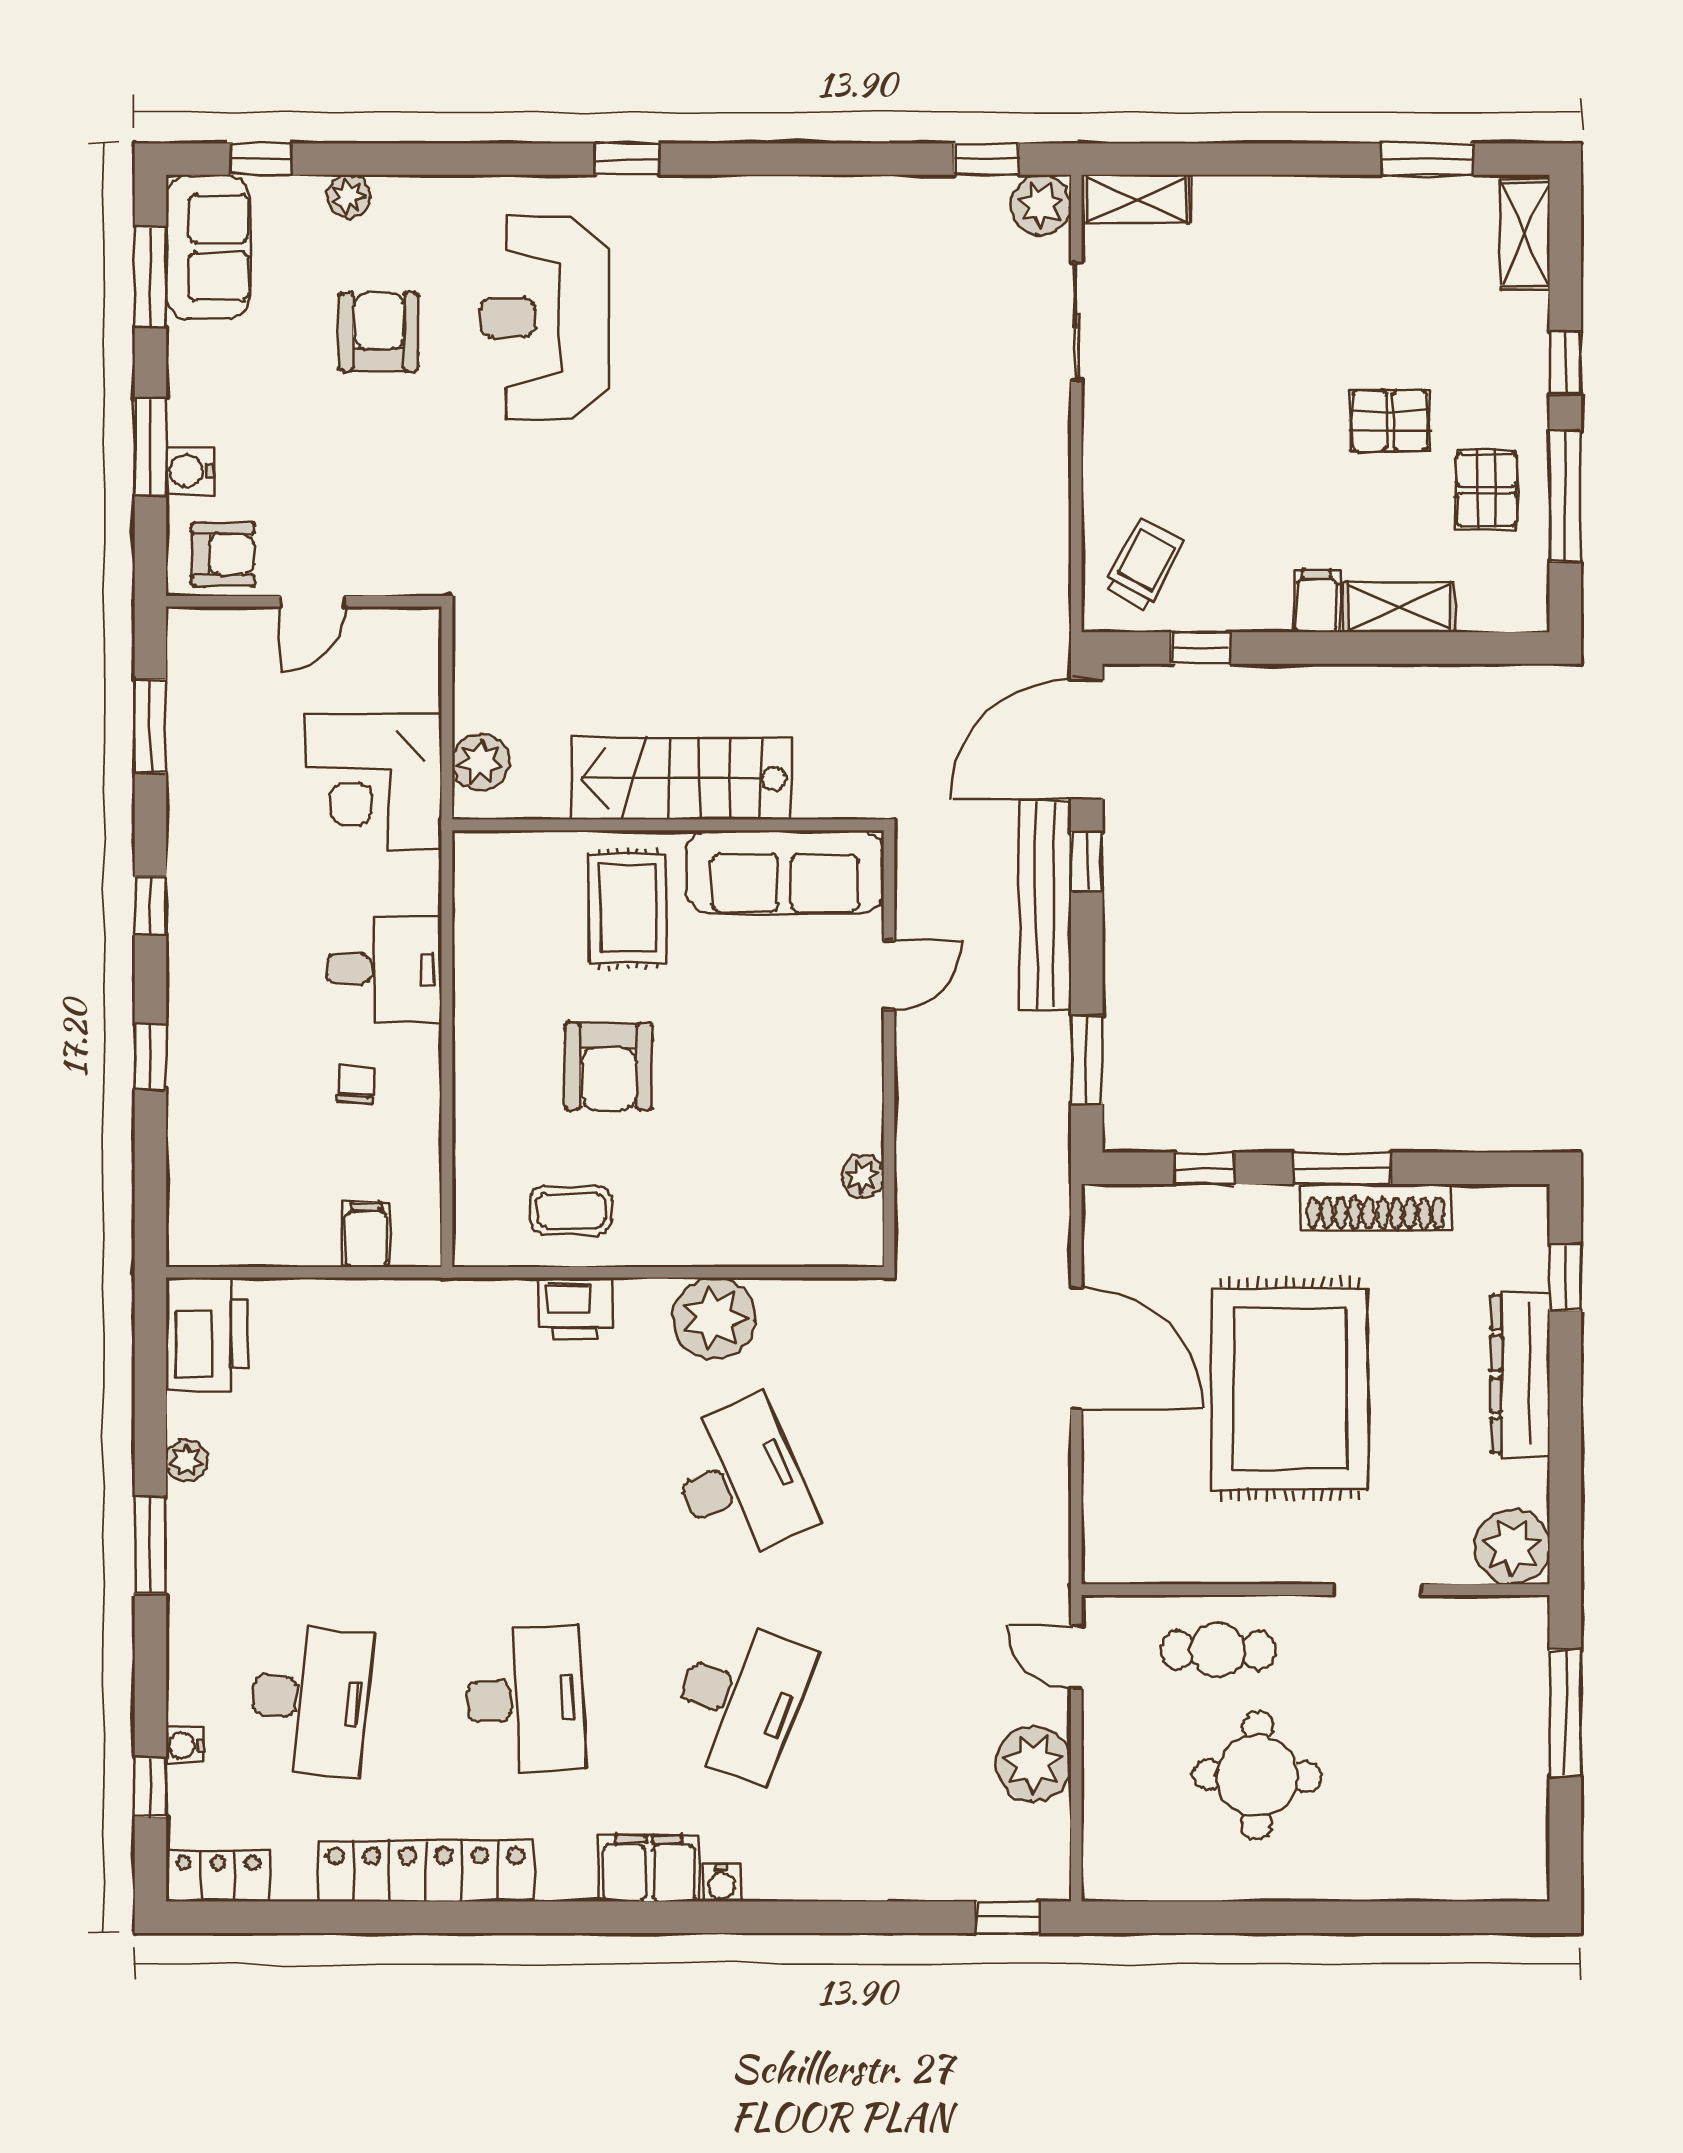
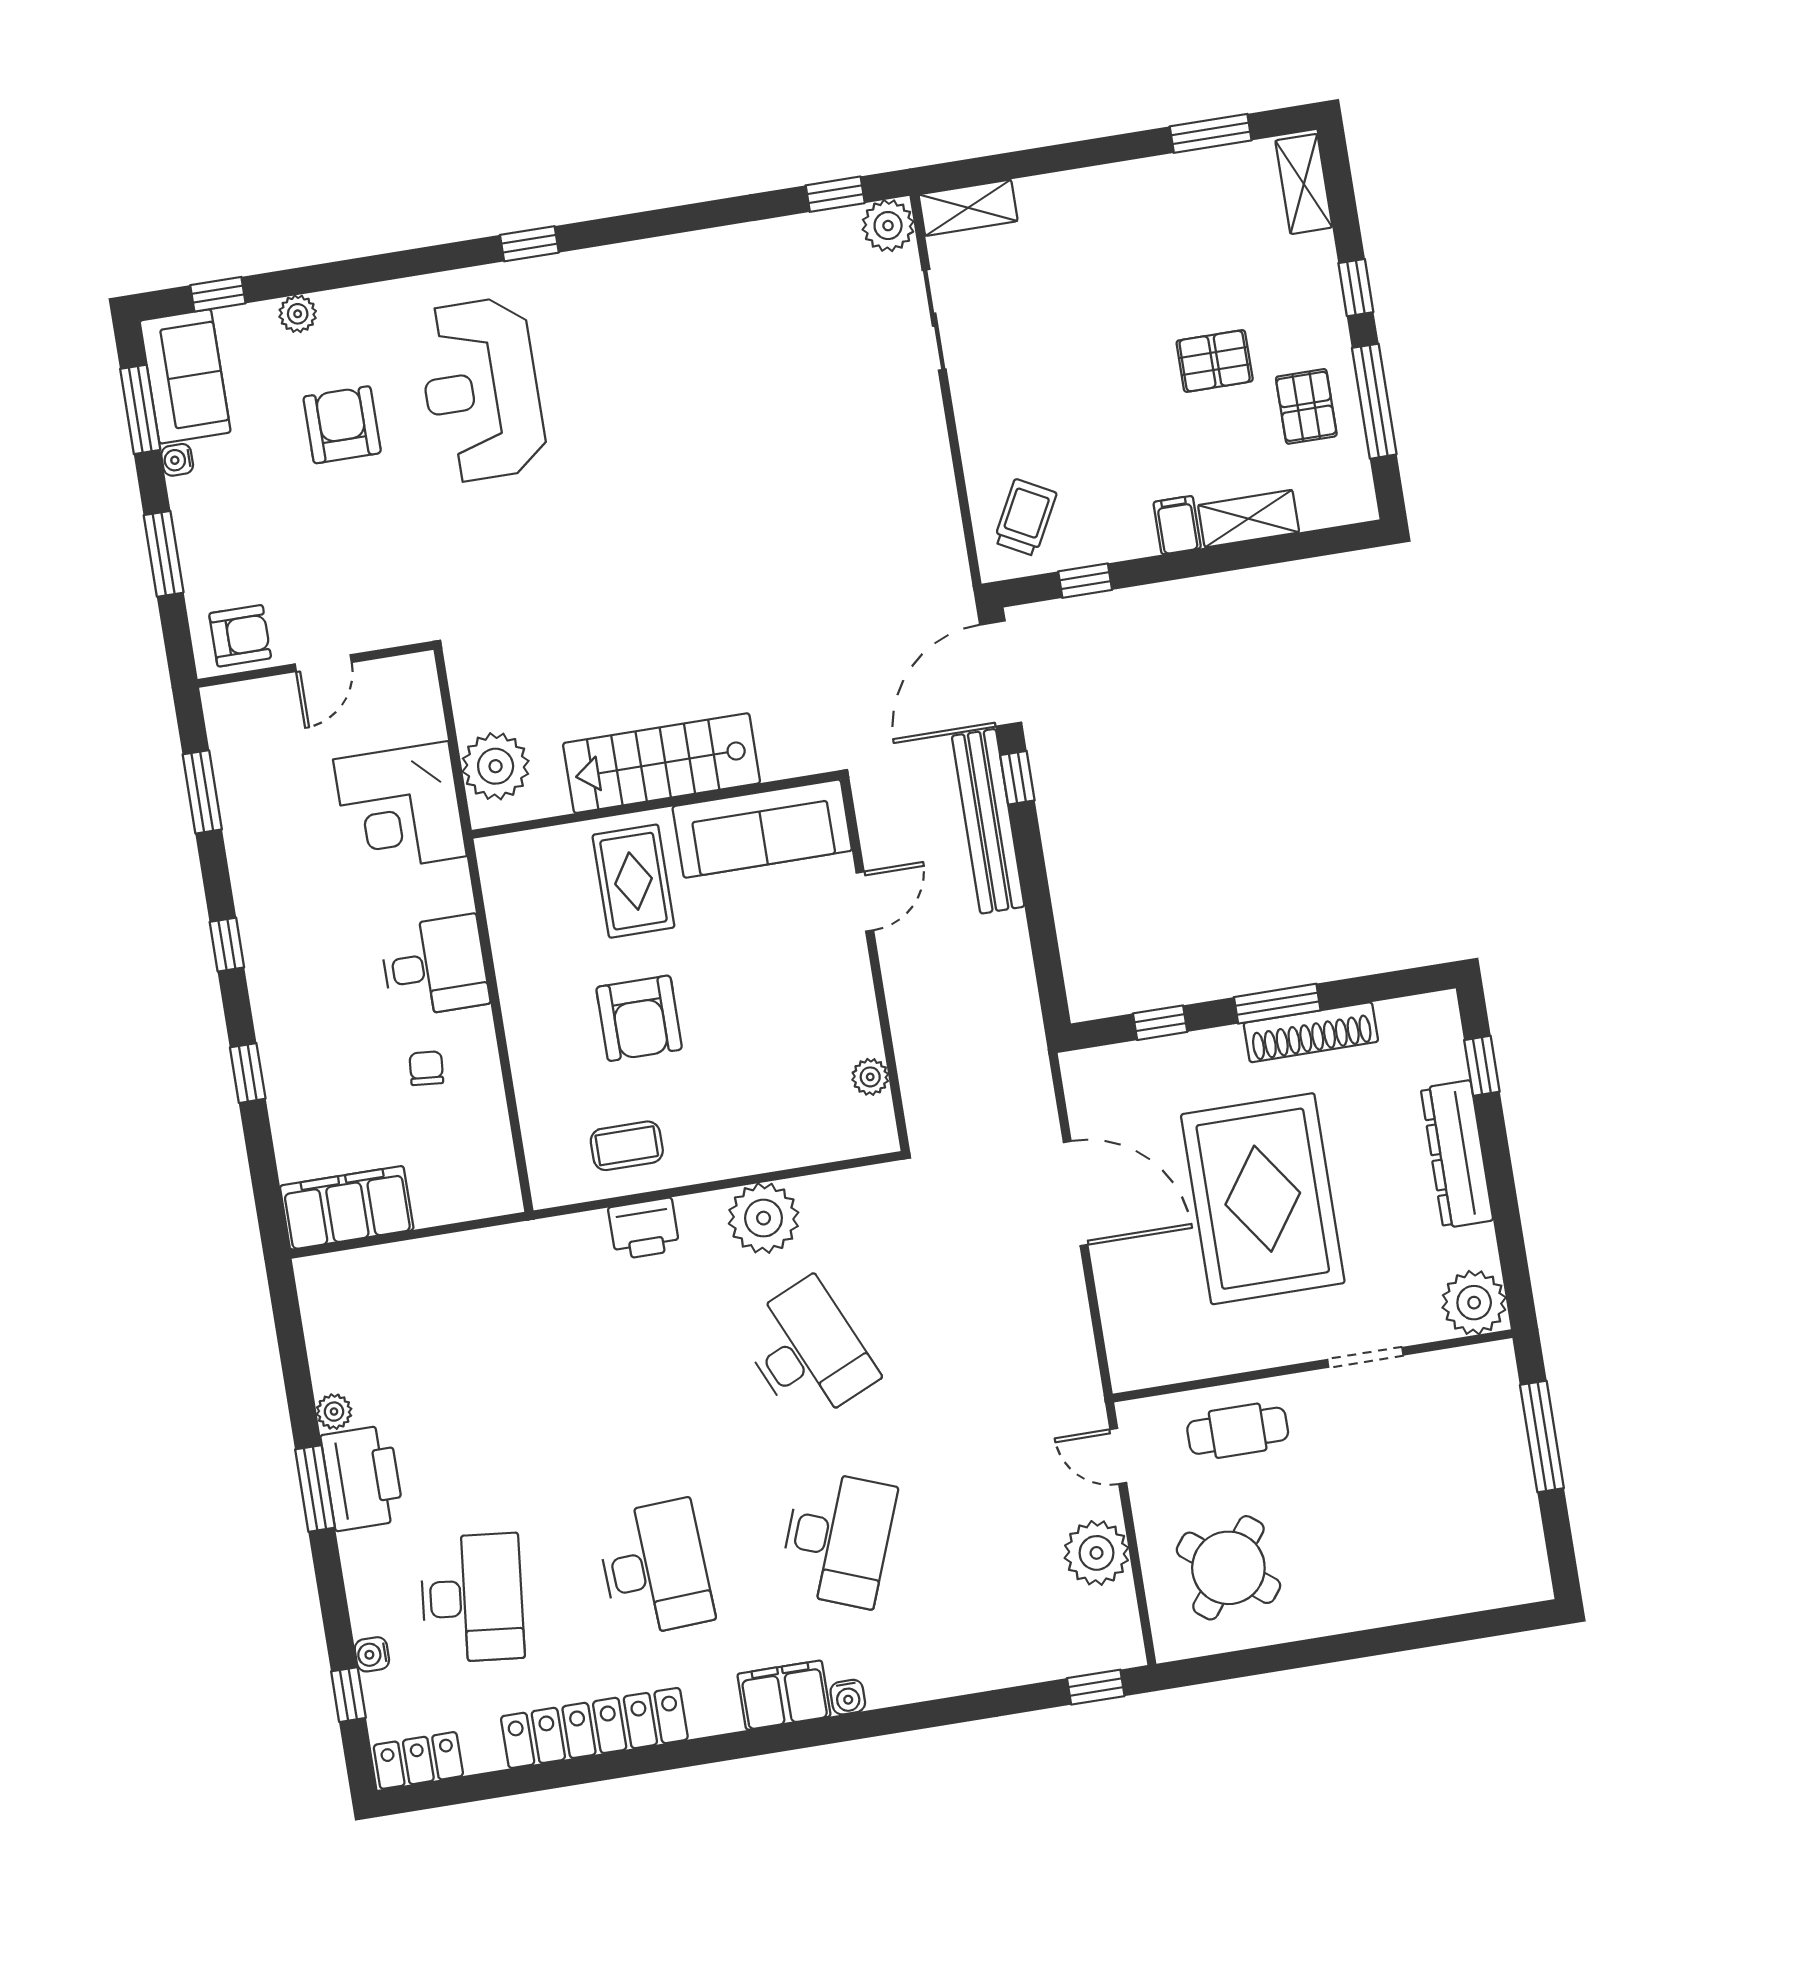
water cooler: (190, 471) -> (177, 460), moved, width x0.72, depth x0.72
plant: (481, 762) -> (496, 766), width x1.36, depth x1.36
window: (1087, 1060) -> (1045, 947), removed
filing cabinet: (366, 1235) -> (347, 1208), moved, width x3.00, depth x1.17
printer: (207, 1334) -> (362, 1478), moved
round table: (1257, 1776) -> (1228, 1568), moved, turned 37

